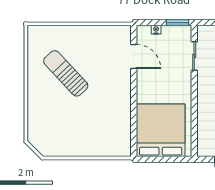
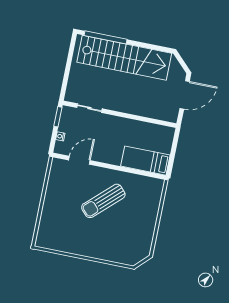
sun lounger: (66, 73) -> (103, 201), moved
bed: (161, 130) -> (145, 161), width x0.49

